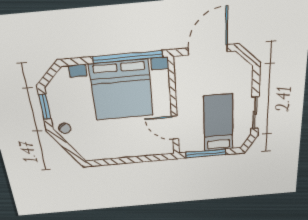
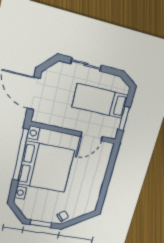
sliding door: (255, 113) -> (86, 64), moved
window: (206, 153) -> (124, 118), width x0.69

